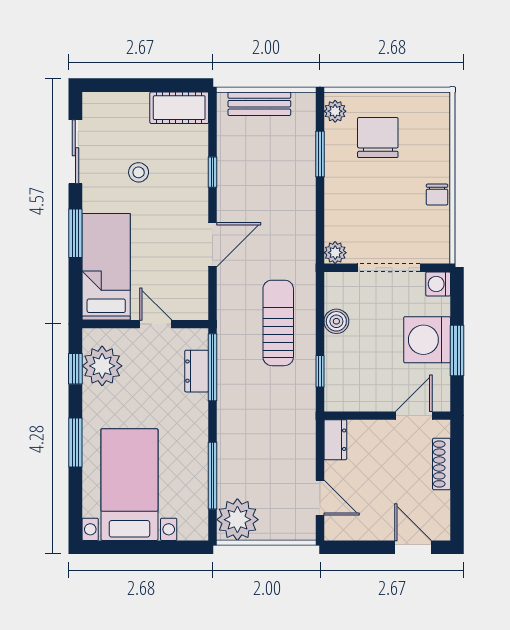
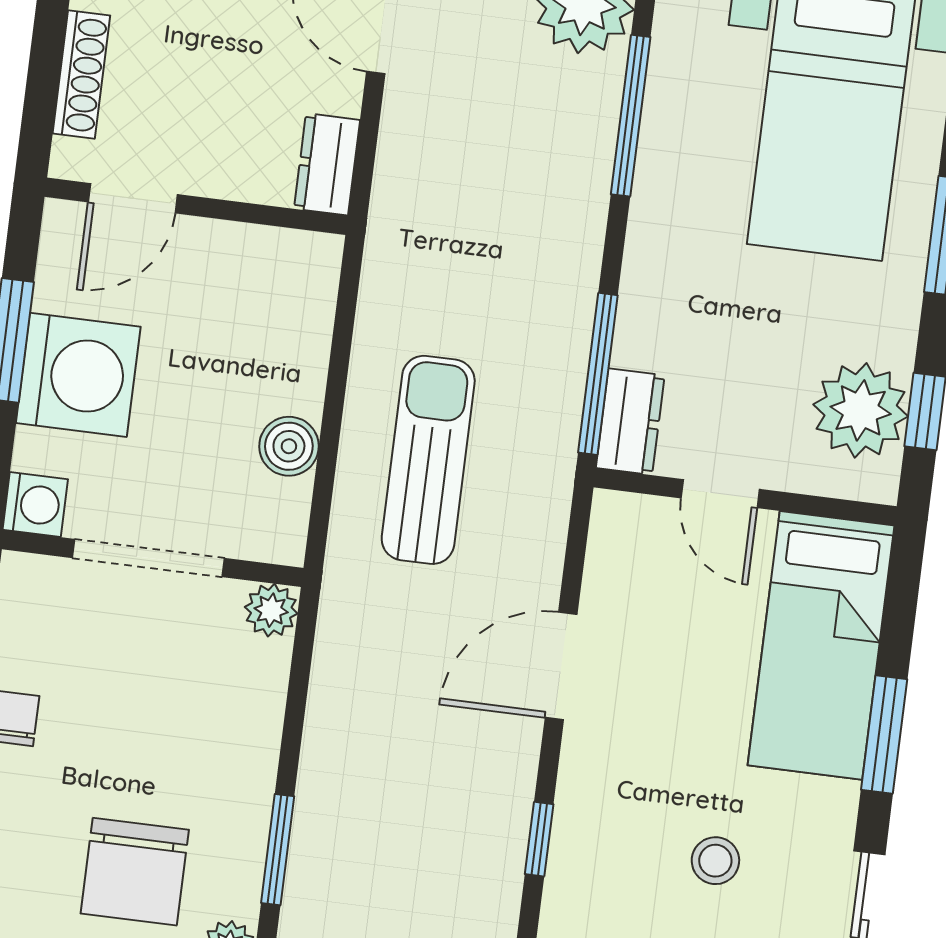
sun lounger: (278, 323) -> (428, 460), turned 180
dresser: (197, 371) -> (630, 422), moved
window: (320, 371) -> (343, 332), removed

